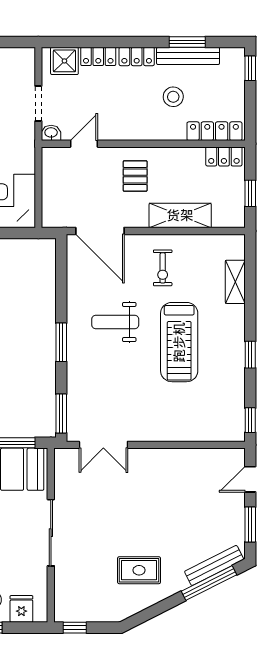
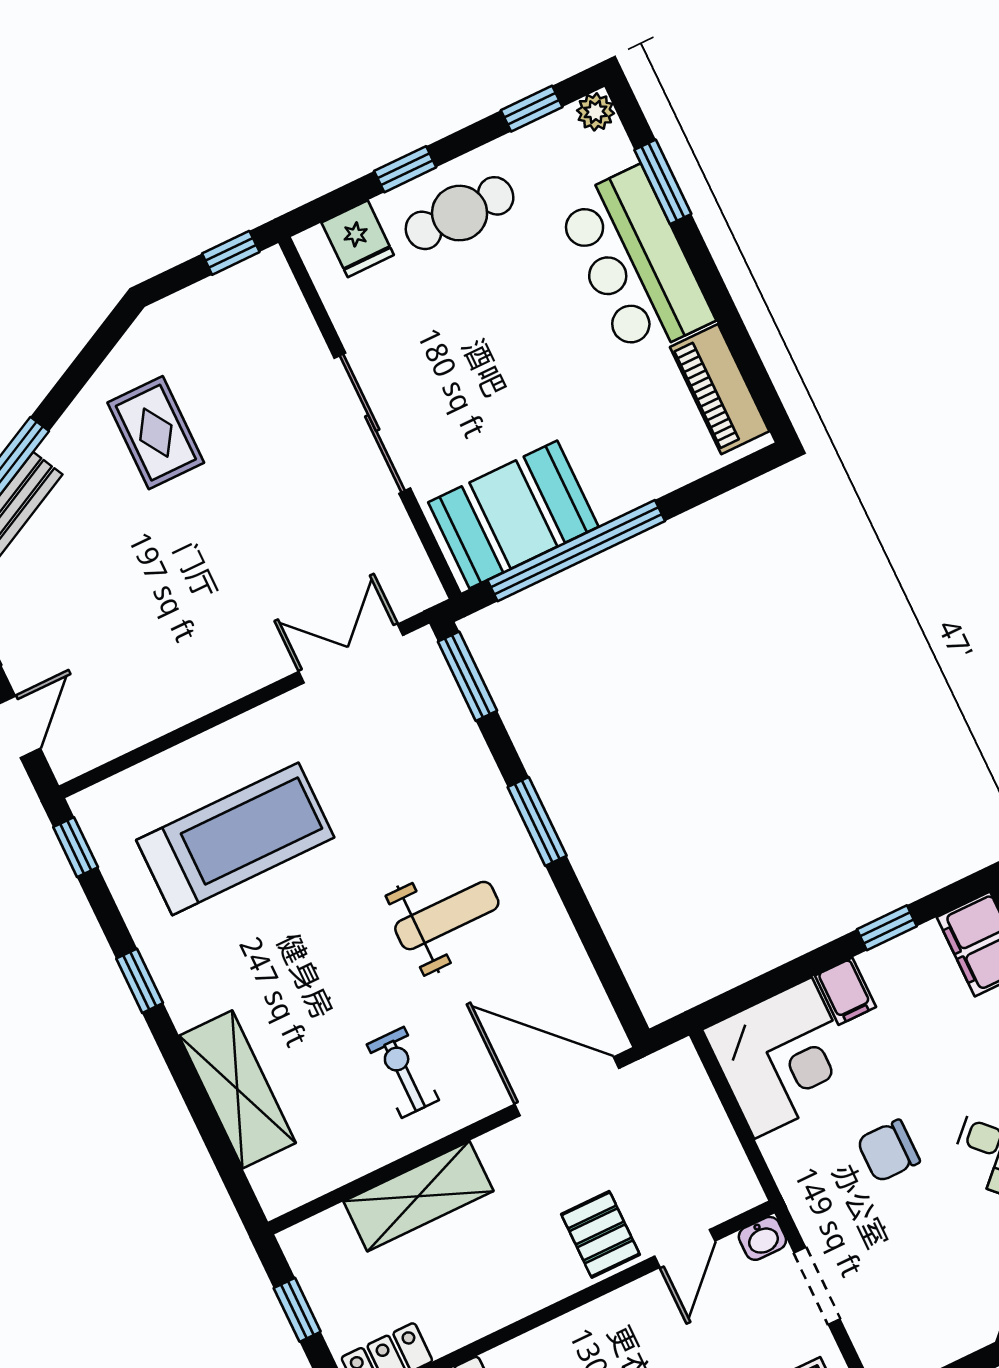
pallet: (135, 176) -> (600, 1234), moved
shelving: (235, 282) -> (237, 1089), width x1.50, depth x1.33
treadmill: (179, 342) -> (235, 839), moved, turned 90
rug: (139, 570) -> (156, 433), turned 90

